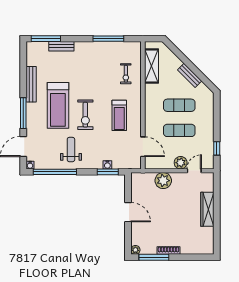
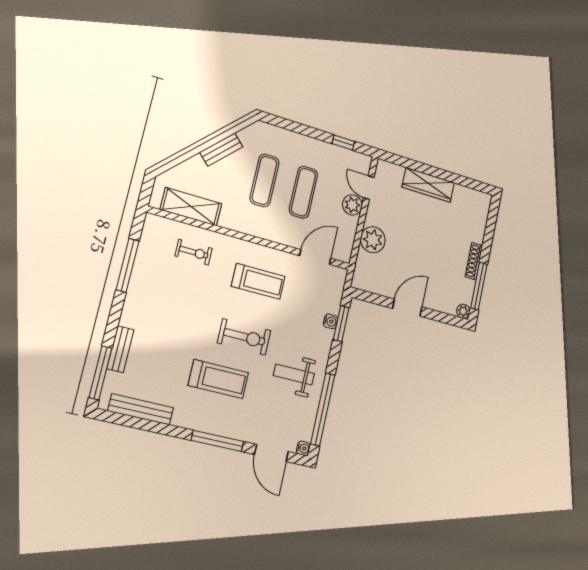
bench: (31, 84) -> (141, 409), moved
treadmill: (58, 105) -> (218, 379), width x0.73, depth x0.73

